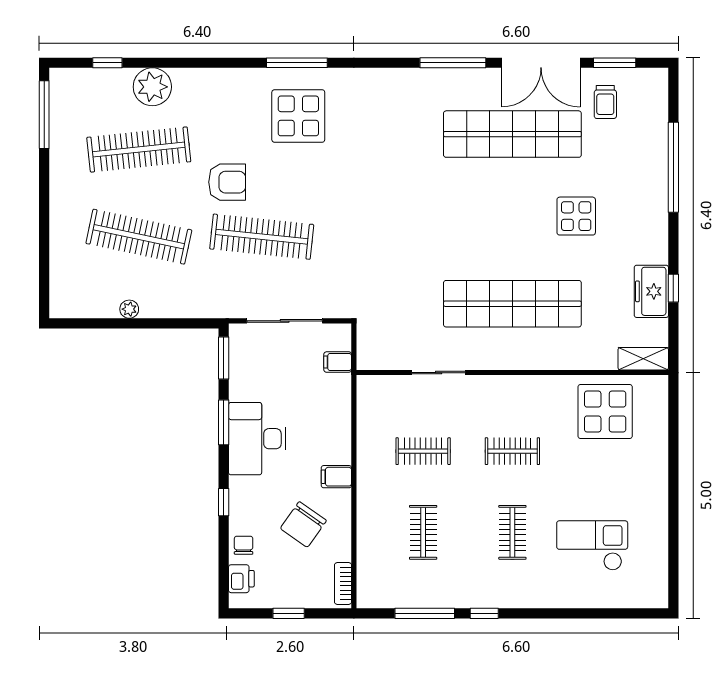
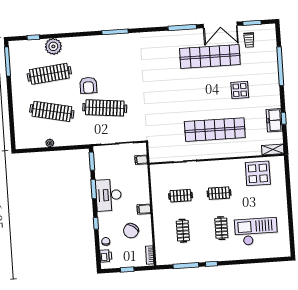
display table: (298, 116) -> (117, 55), removed
armchair: (227, 182) -> (88, 85), turned 90
checkout: (592, 545) -> (256, 232), width x1.36, depth x1.21

